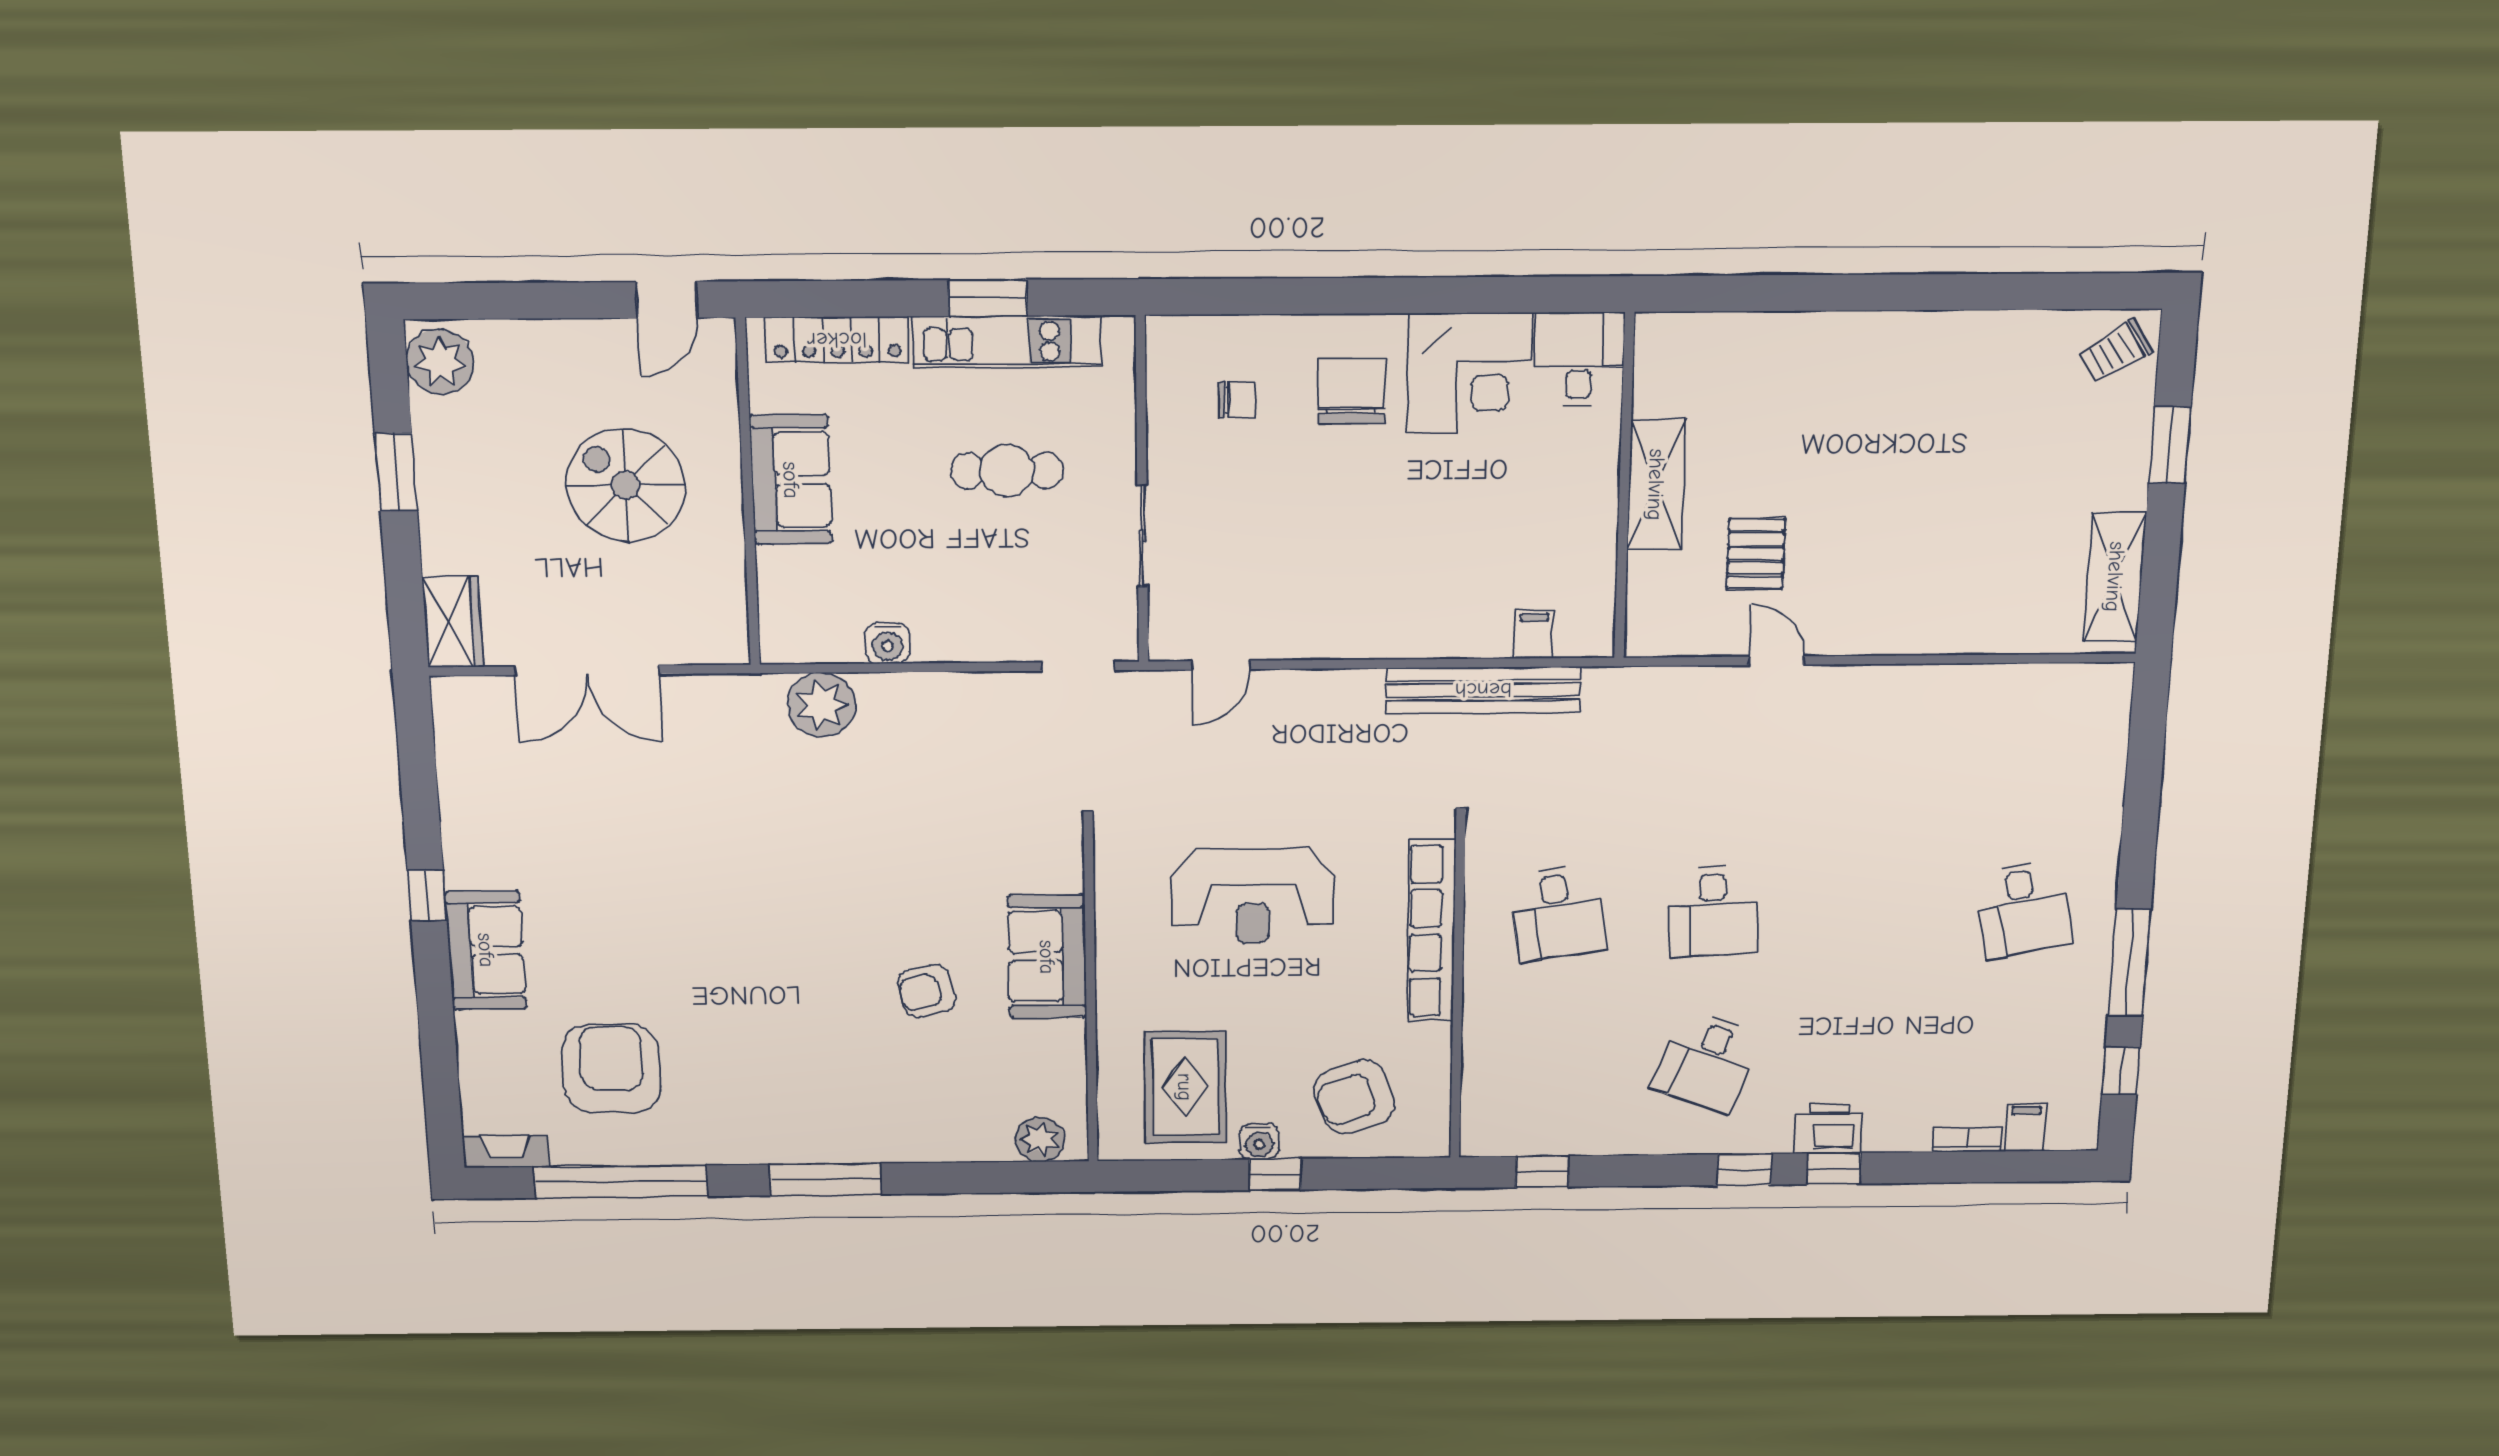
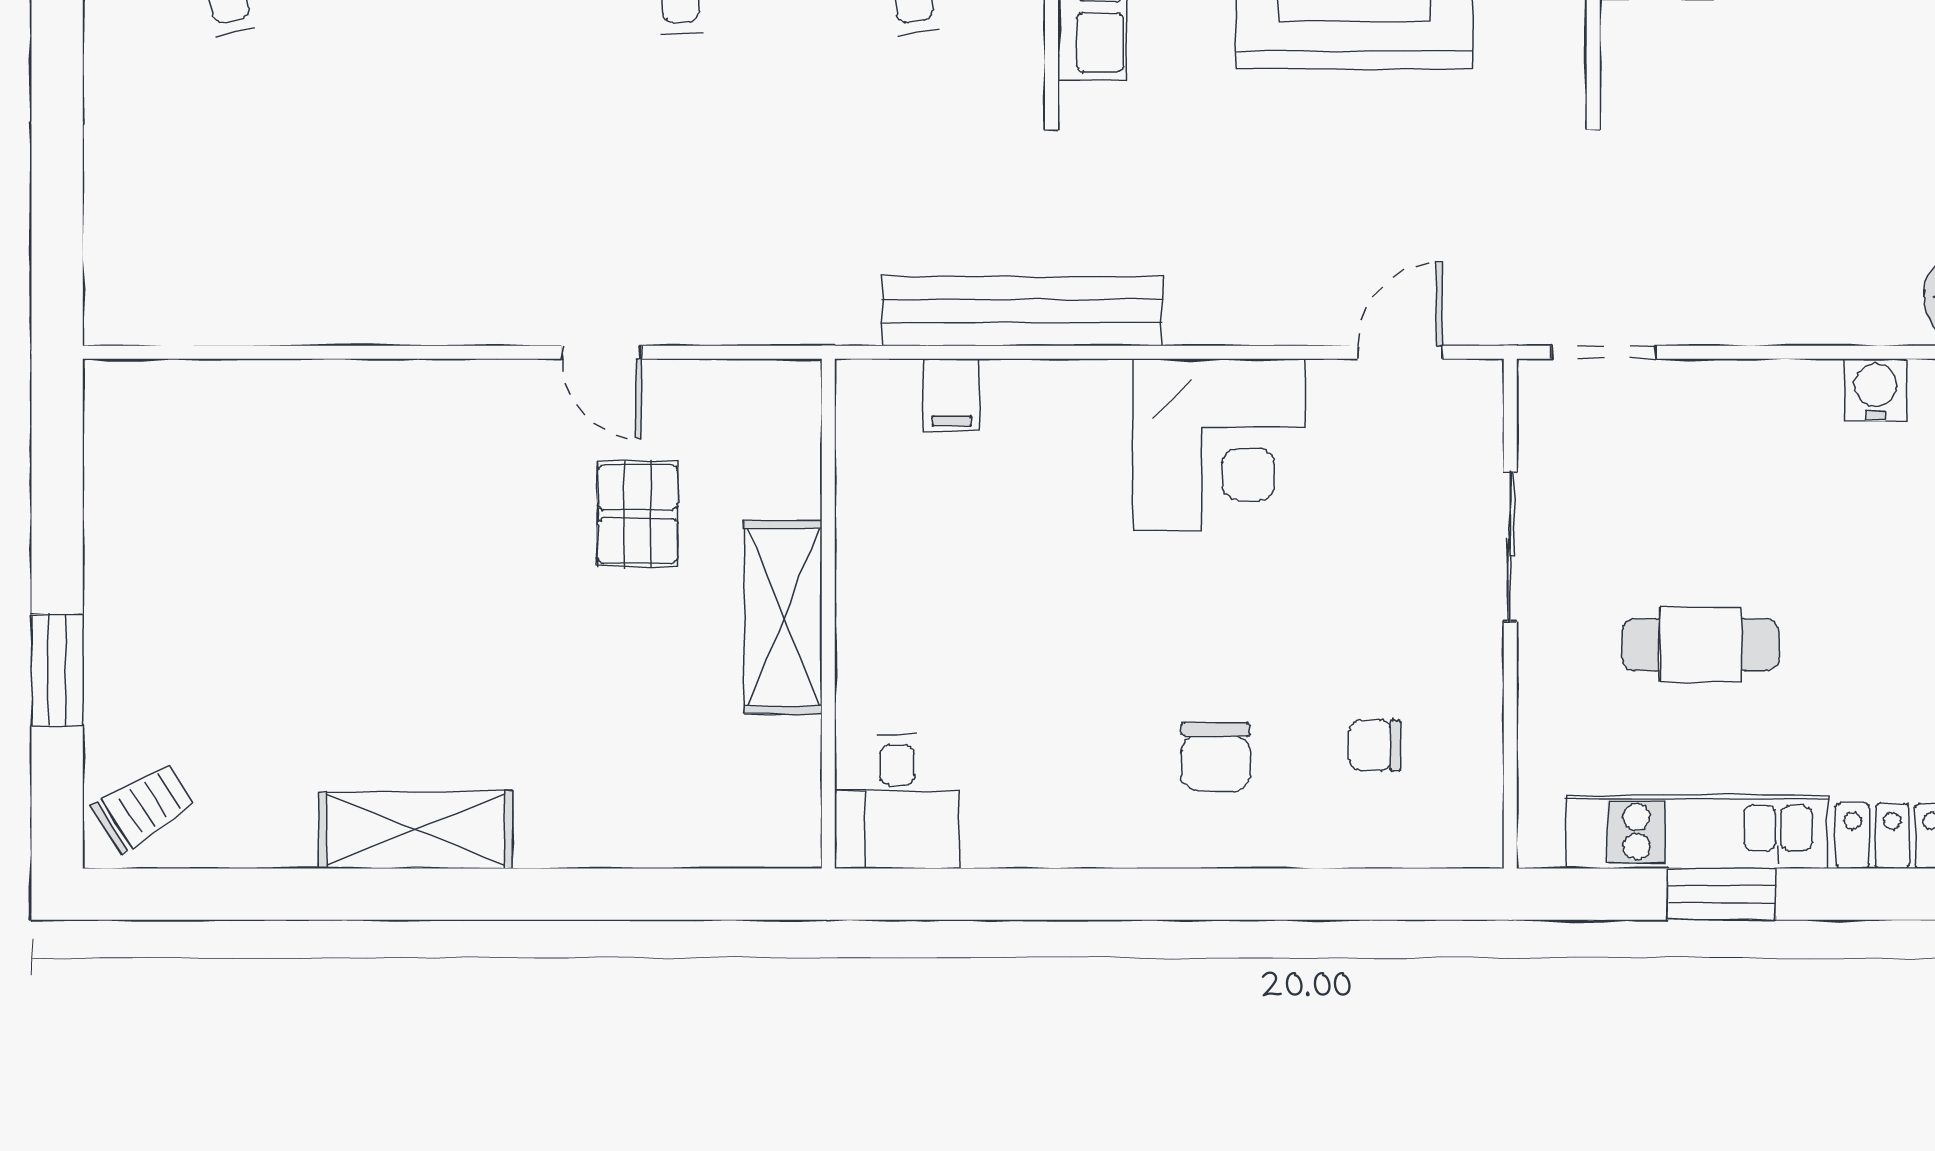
corner desk: (1469, 373) -> (1219, 445), moved, turned 180
chair: (1351, 391) -> (1216, 757), width x0.73, depth x0.73
shelving: (2115, 577) -> (415, 830), moved, turned 90

